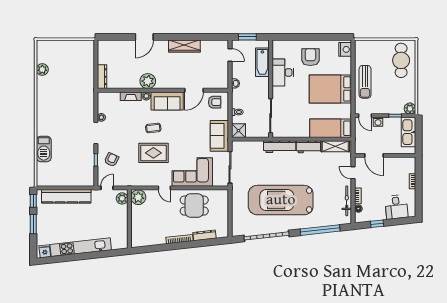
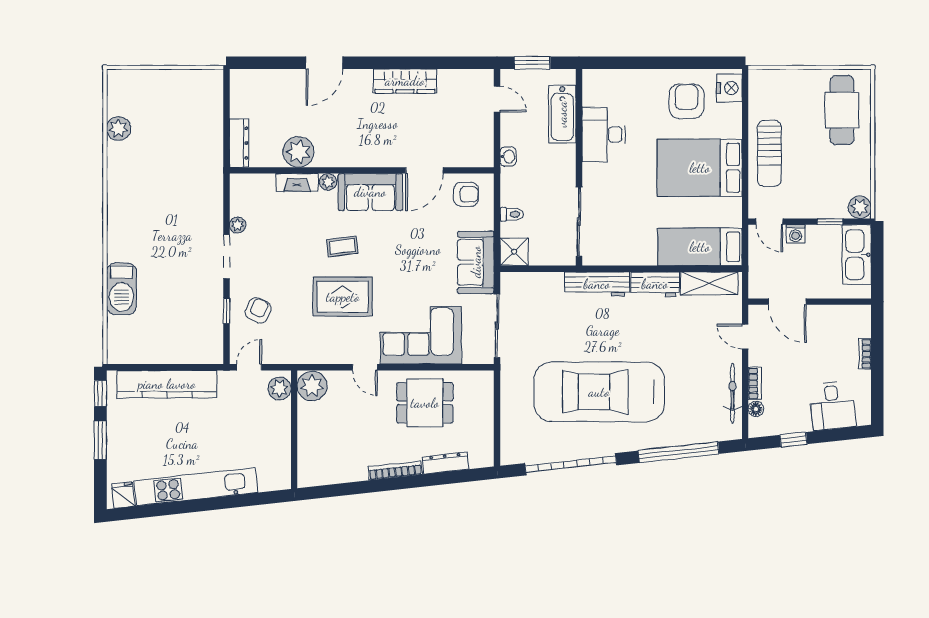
armchair: (310, 57) -> (686, 101), moved
plant: (148, 81) -> (298, 152), moved

